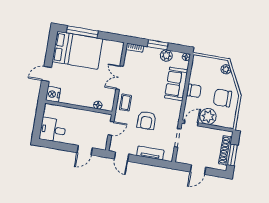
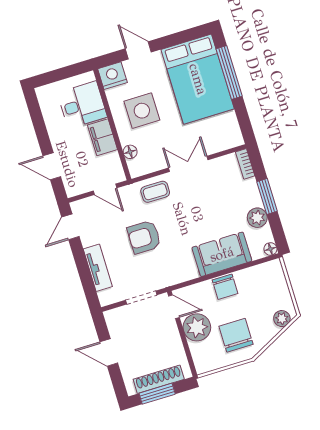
side table: (79, 88) -> (142, 111), added
filing cabinet: (83, 116) -> (102, 137), added
desk: (53, 130) -> (82, 105), moved, turned 90

